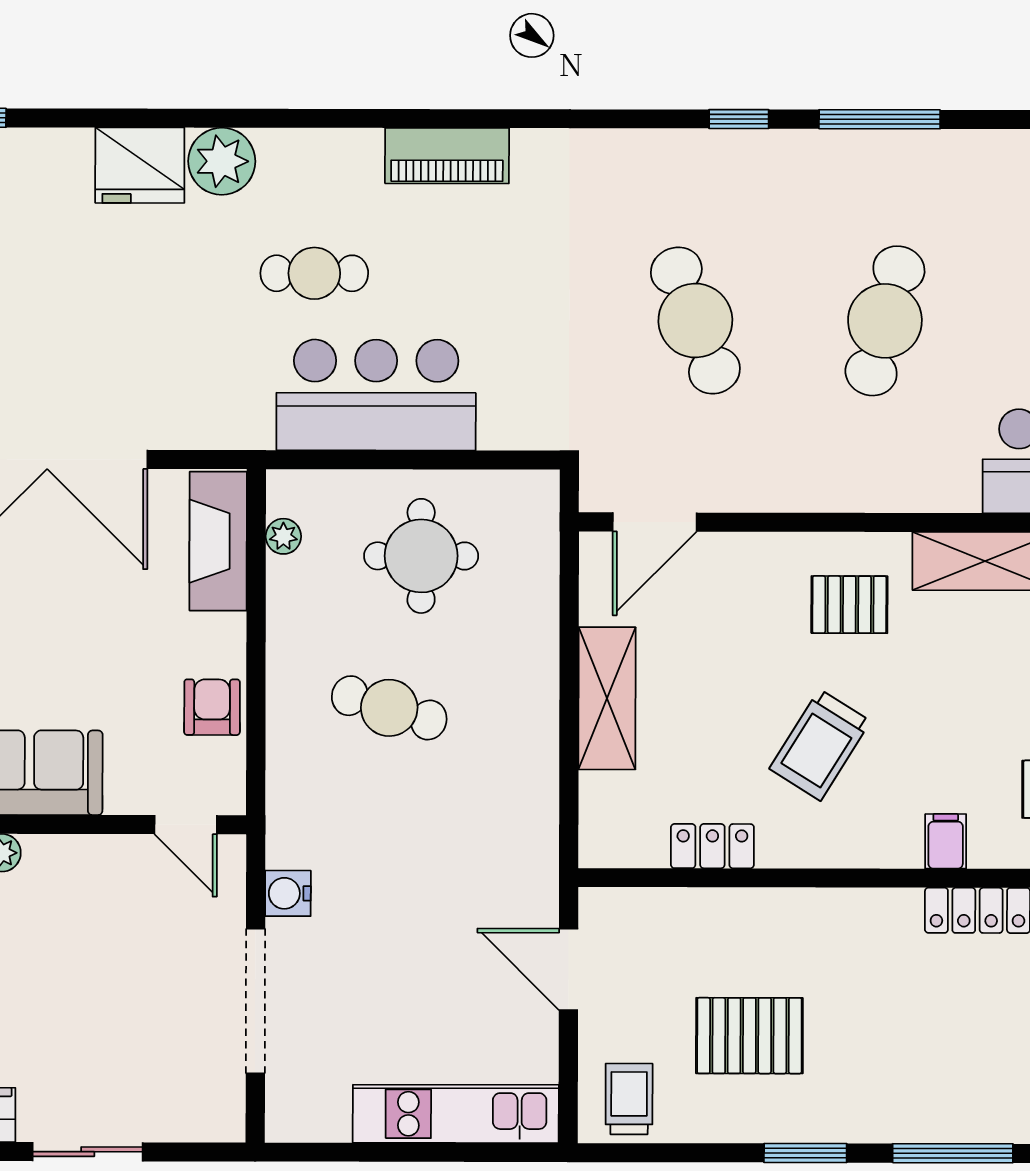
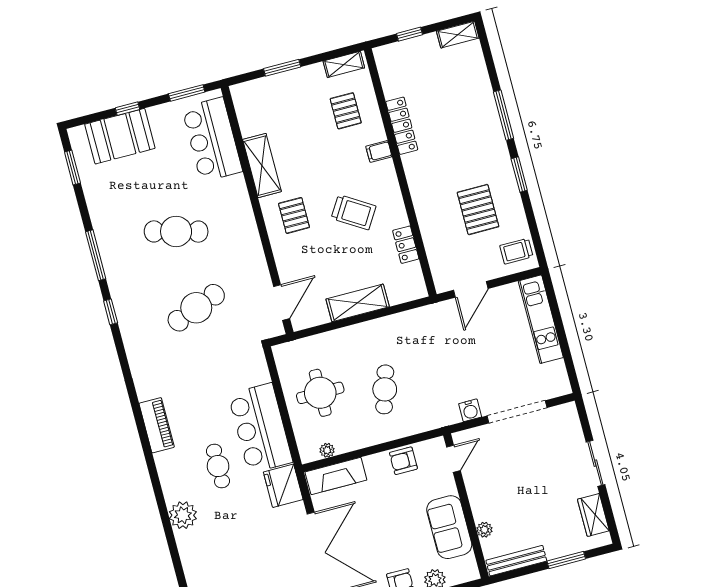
fridge: (140, 165) -> (283, 486), moved, turned 180
door: (655, 522) -> (282, 303), hinge flipped

